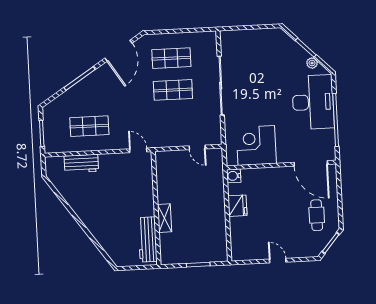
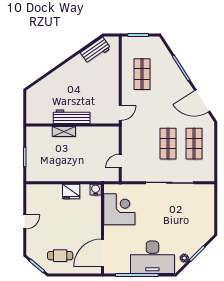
workbench: (81, 164) -> (96, 51), moved, turned -125
workbench: (148, 239) -> (72, 117), moved

